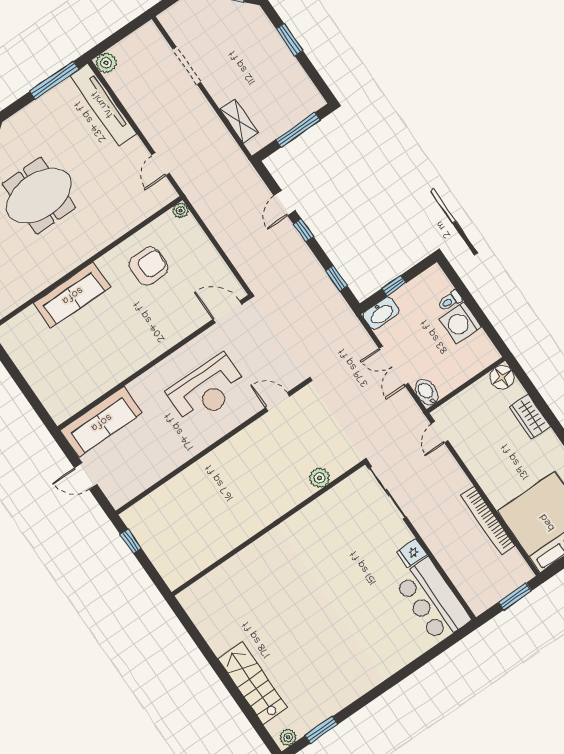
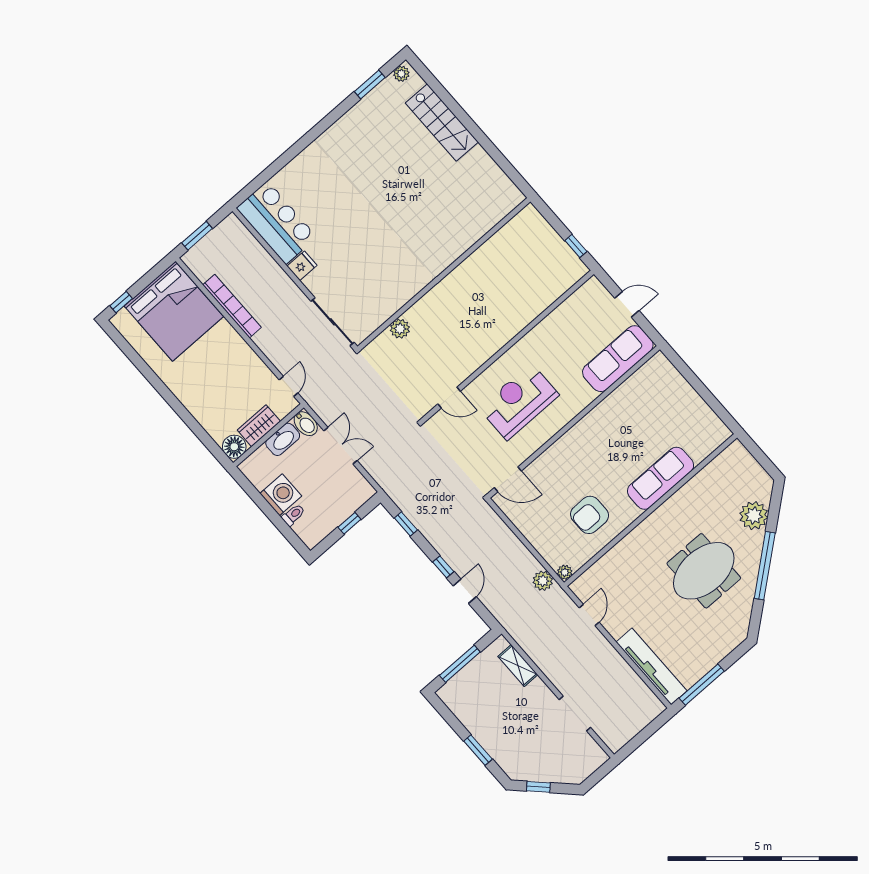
plant: (106, 63) -> (543, 581), moved
washbasin: (381, 313) -> (283, 439), moved, turned 180
wardrobe: (530, 417) -> (259, 426), moved, turned -90

